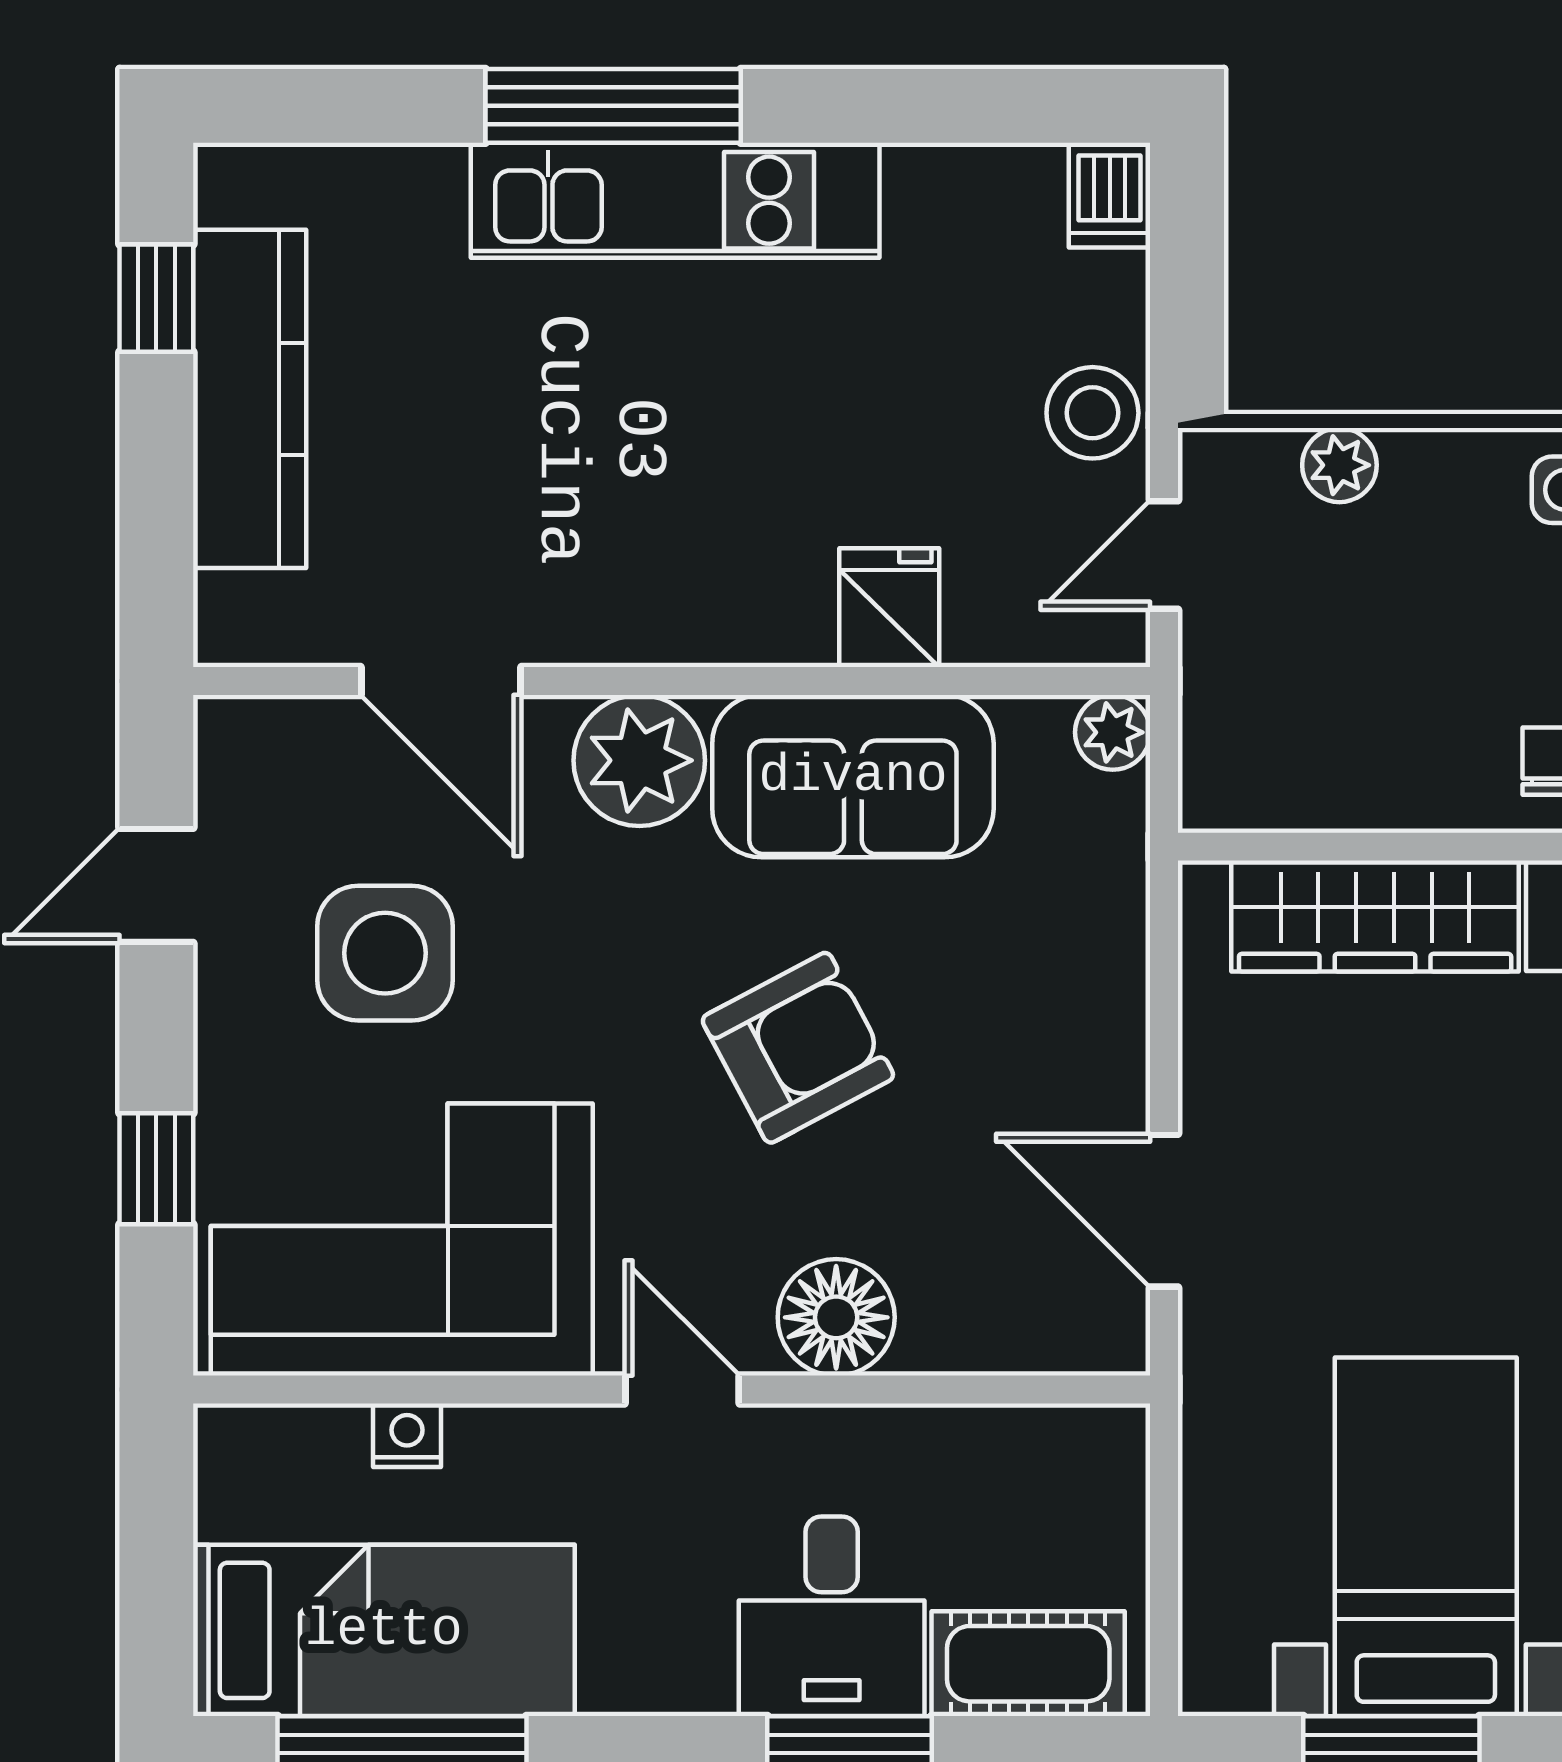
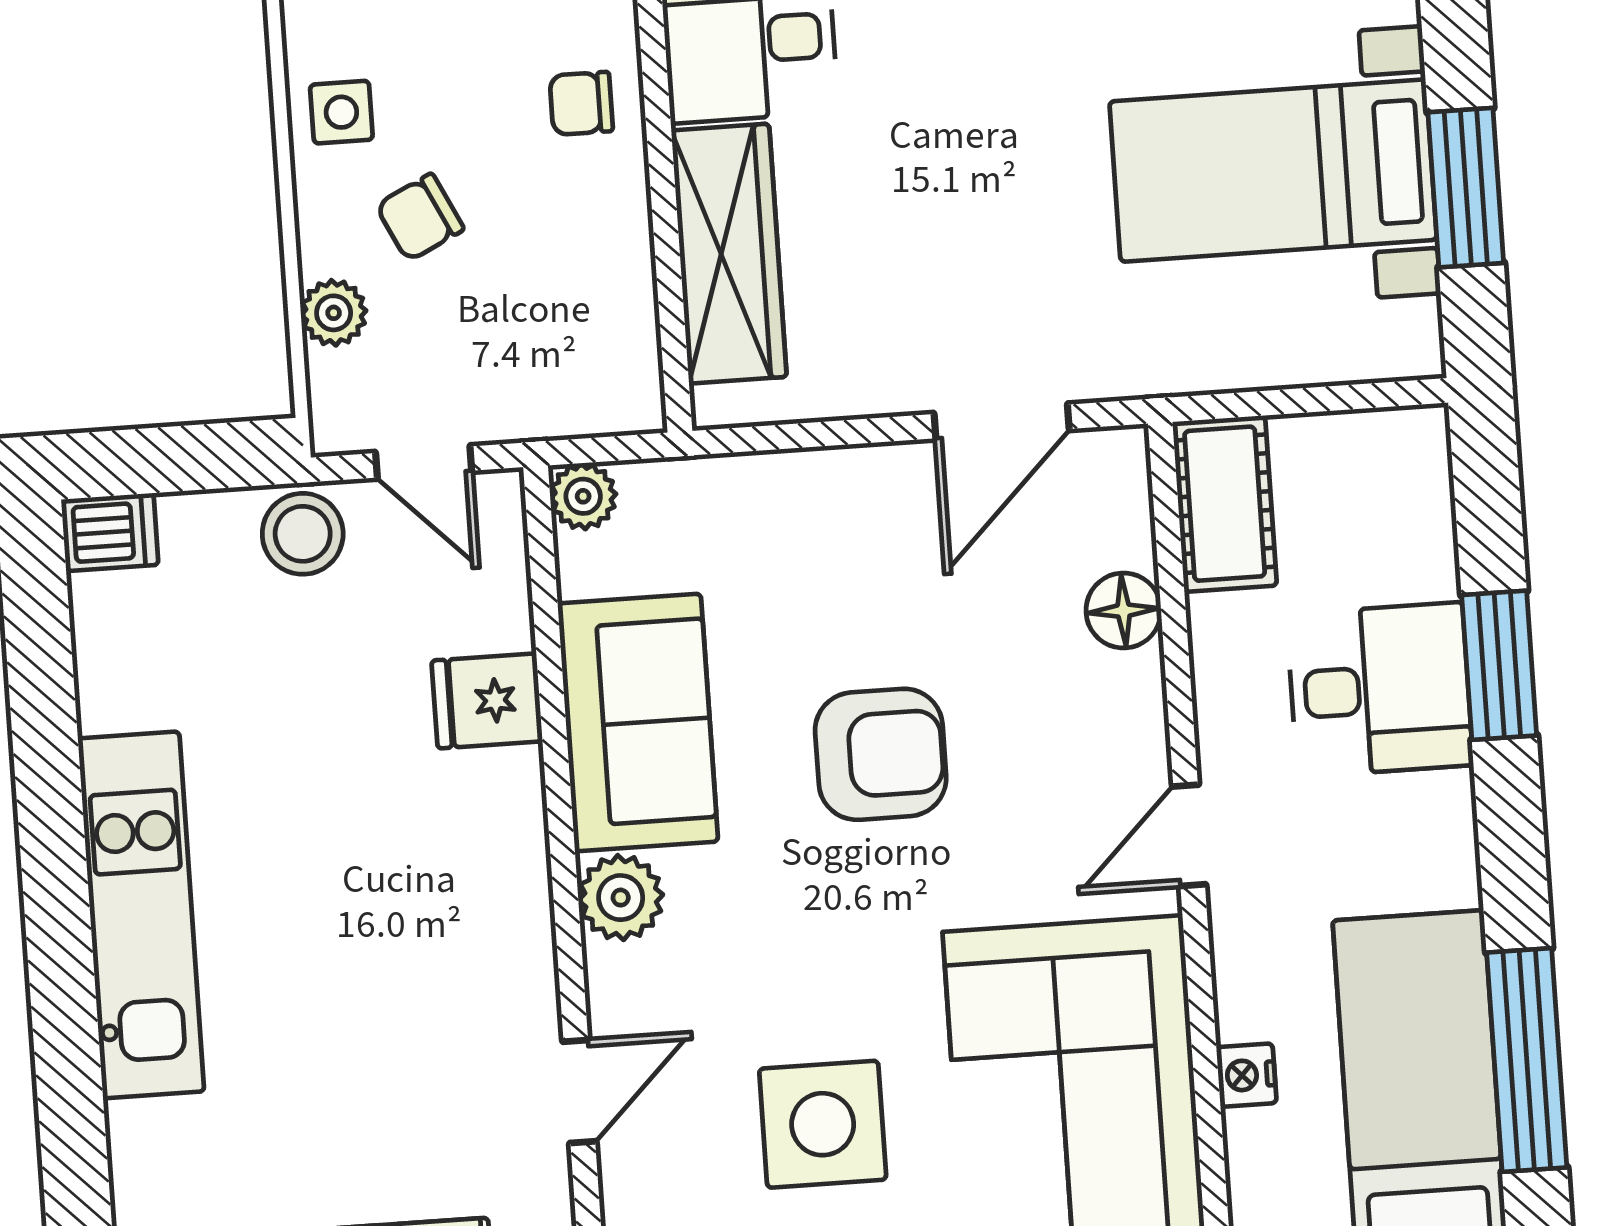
window: (613, 106) -> (62, 975), removed
chair: (1440, 570) -> (420, 217), added
door: (441, 681) -> (579, 1092), width x0.73
plant: (639, 760) -> (621, 898), width x0.73, depth x0.73
armchair: (798, 1048) -> (881, 754), turned 118
floor lamp: (836, 1317) -> (1124, 611), moved, width x0.73, depth x0.73
cot: (1028, 1664) -> (1225, 504), moved

